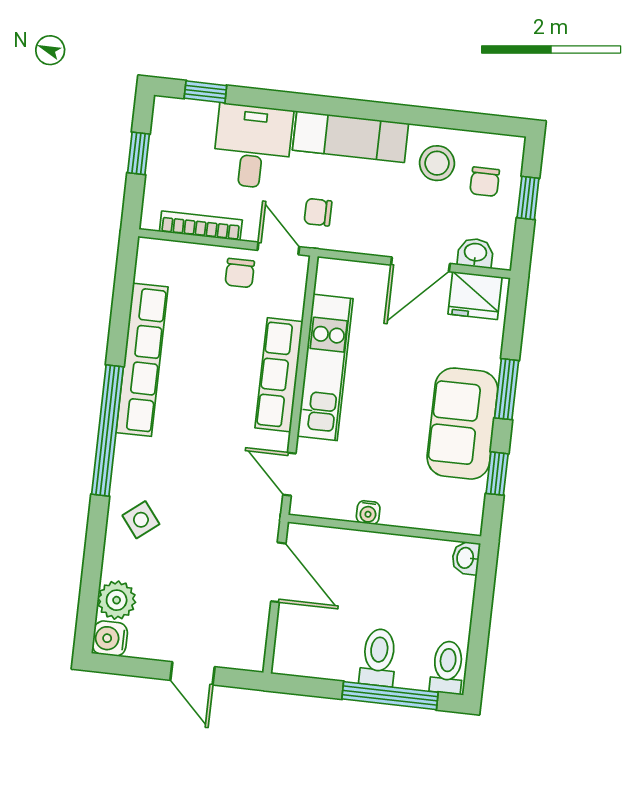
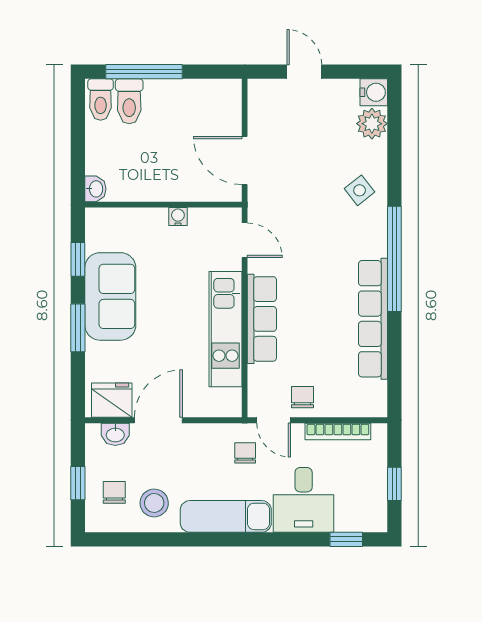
chair: (318, 212) -> (245, 453), turned -90
toilet: (378, 657) -> (129, 101), moved

